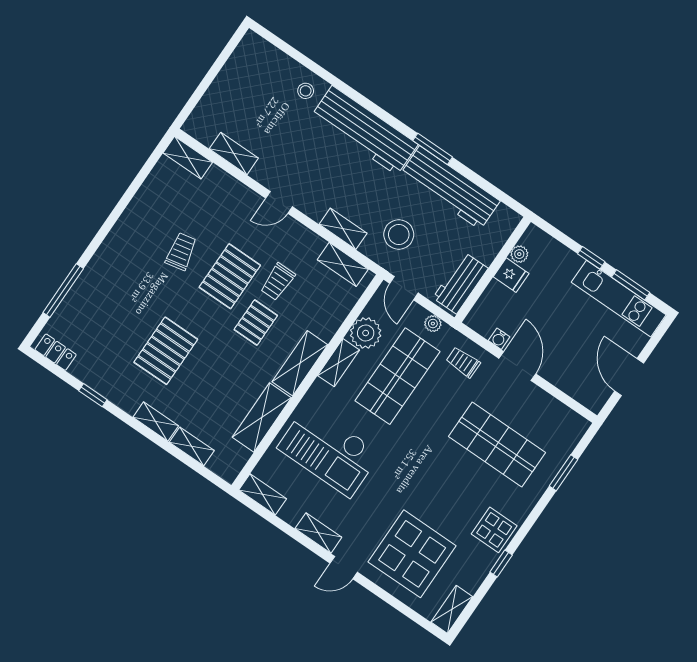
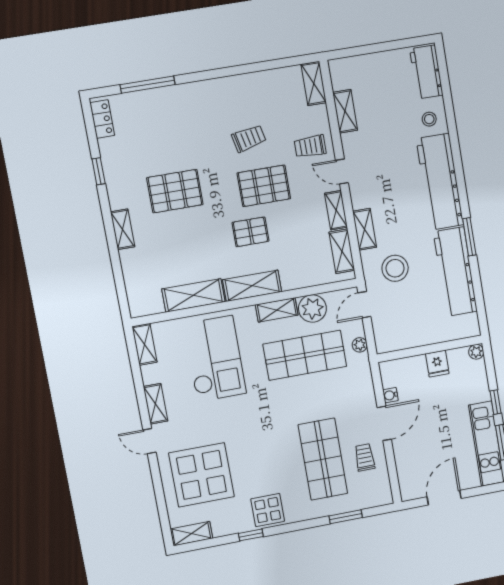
plant: (519, 254) -> (476, 352), moved
trolley: (278, 282) -> (310, 146), moved
workbench: (460, 283) -> (426, 72), moved, turned -90
trolley: (463, 362) -> (365, 457), moved
shelving: (192, 446) -> (336, 210), moved
checkout: (329, 451) -> (215, 359), turned 180

